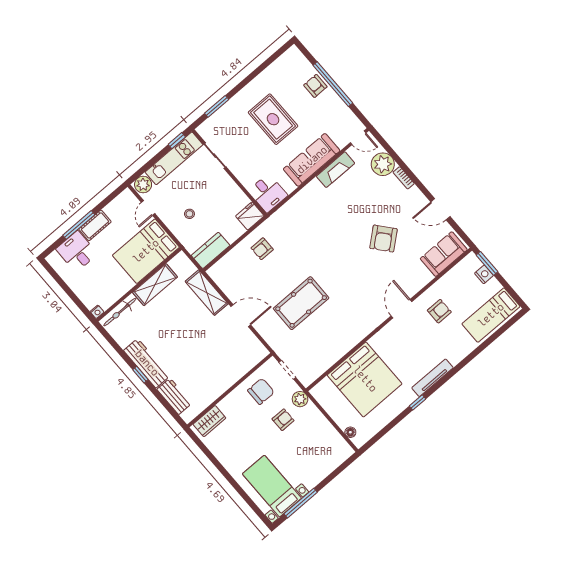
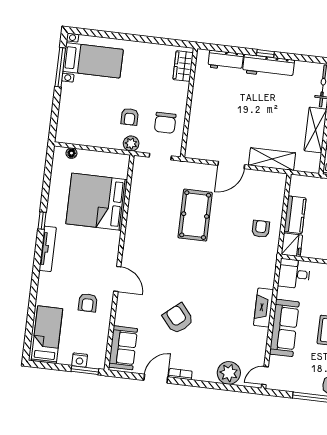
fireplace: (336, 170) -> (264, 308), moved
bookcase: (404, 178) -> (180, 374), moved
kitchen counter: (211, 250) -> (295, 215), moved

